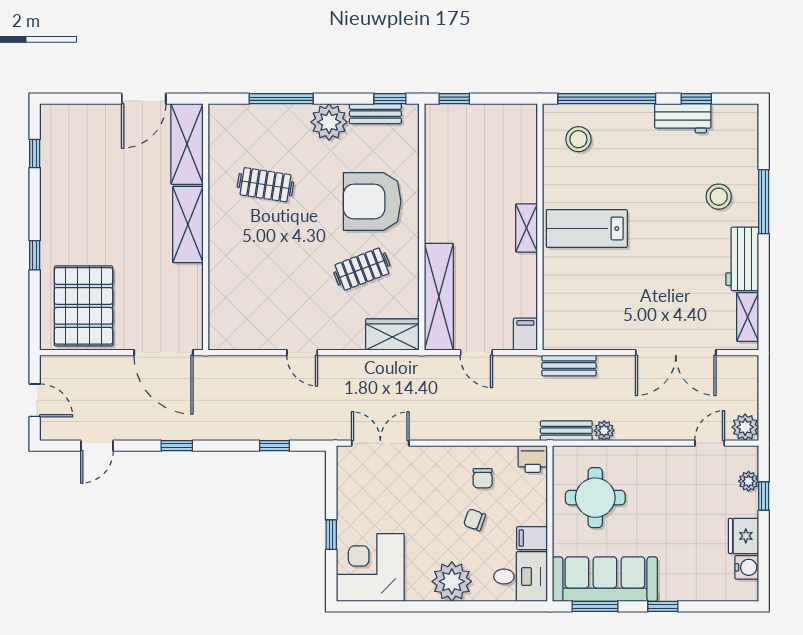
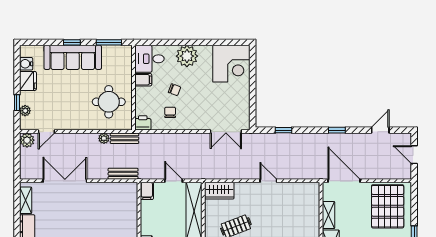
shelving: (192, 290) -> (329, 215), added
window: (331, 535) -> (253, 82), removed
sofa: (605, 579) -> (73, 57), moved

